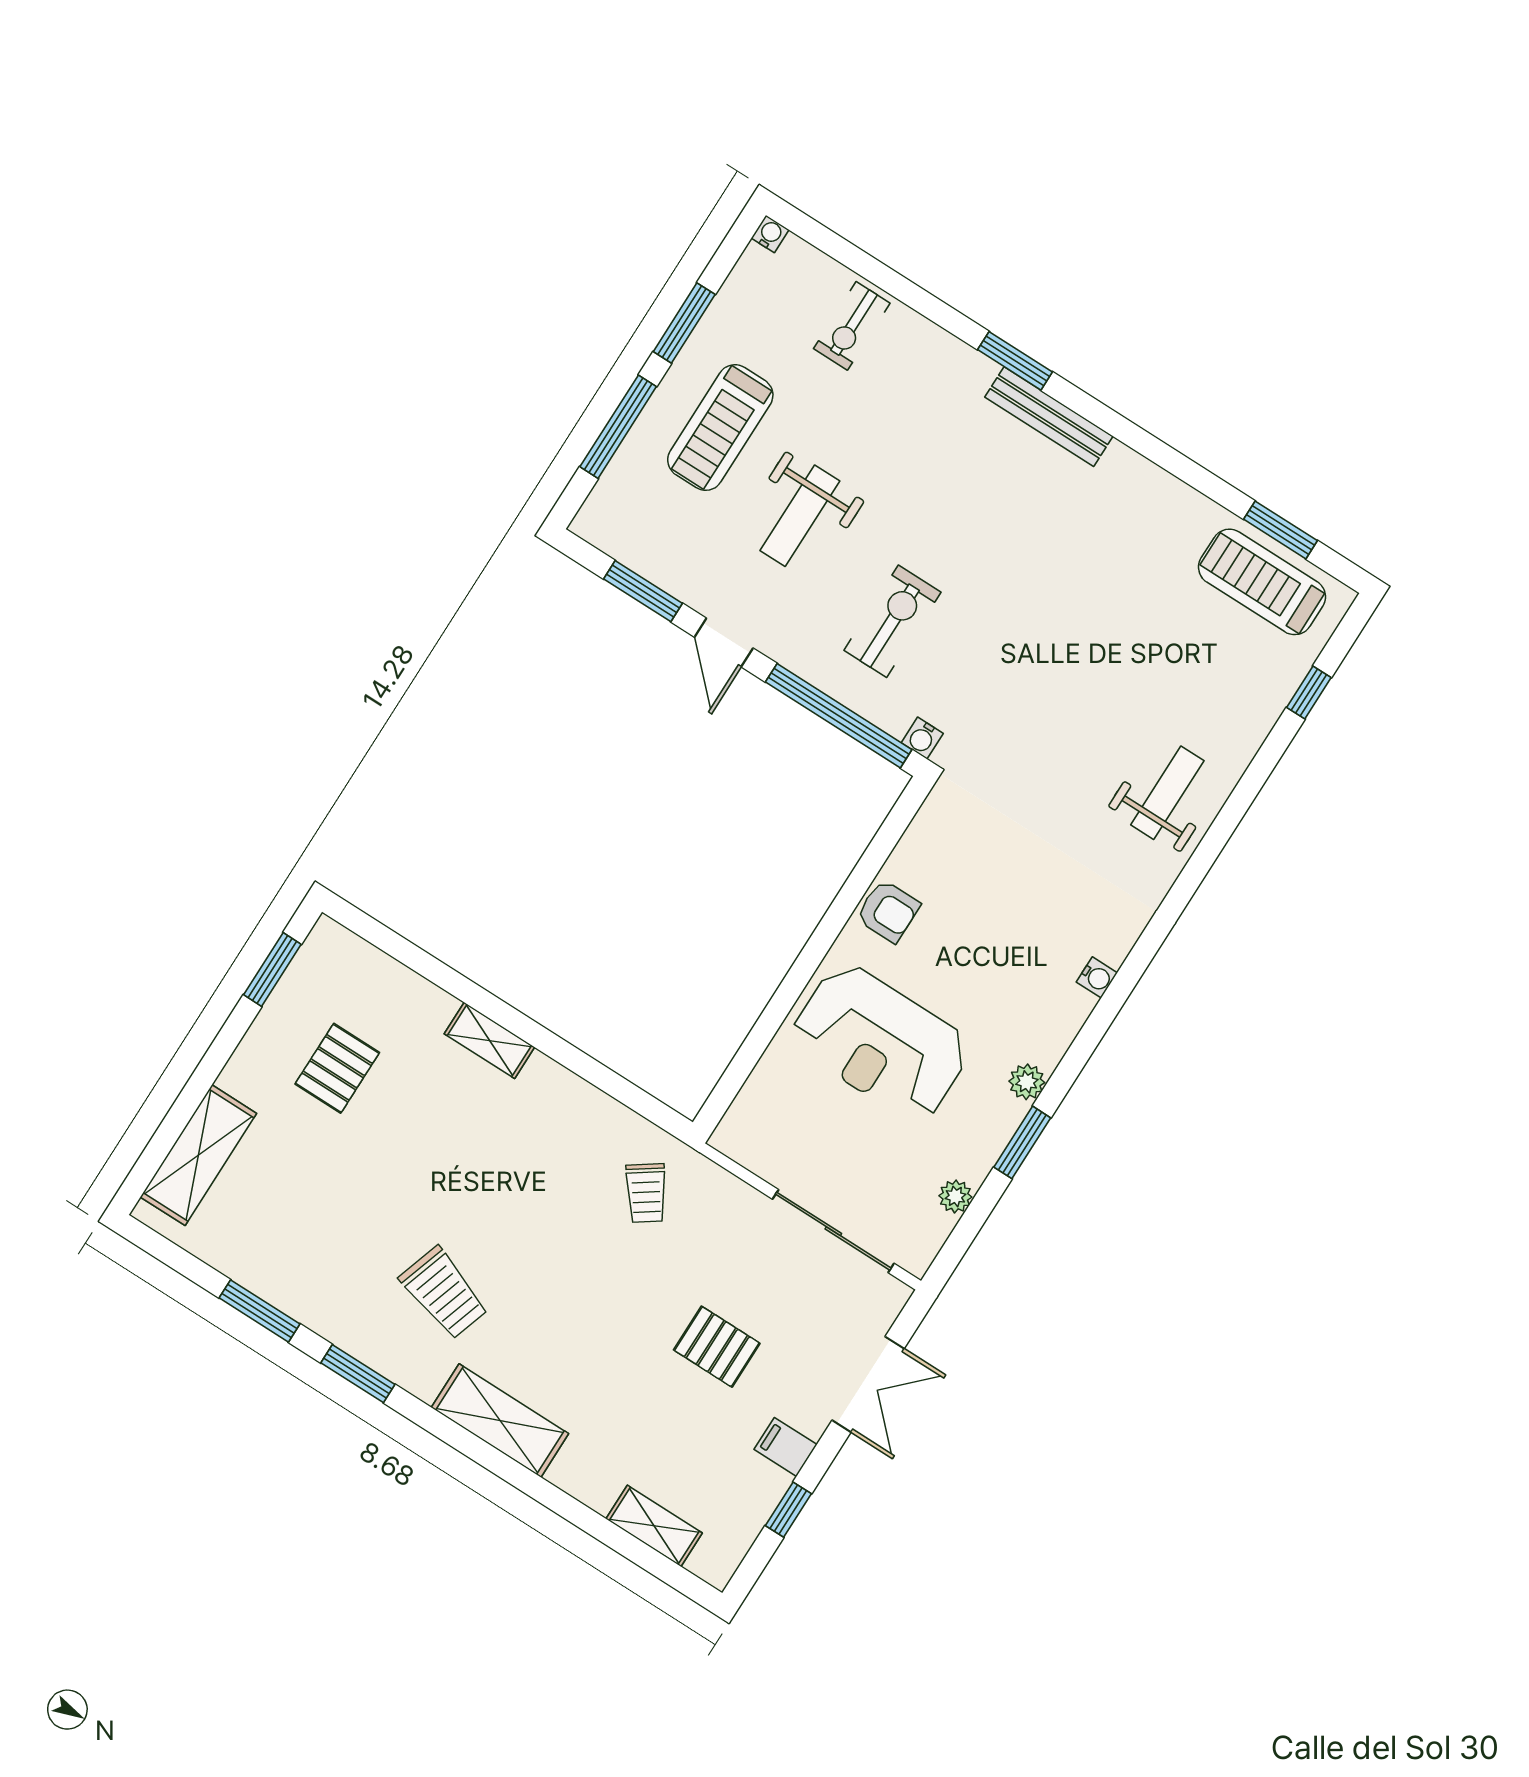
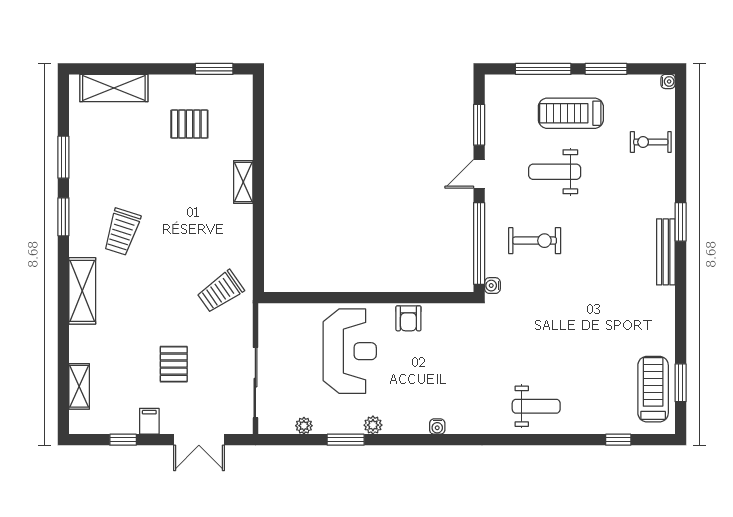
reception desk: (881, 1043) -> (350, 351), turned 180
trolley: (646, 1193) -> (221, 291), width x1.36, depth x1.39

